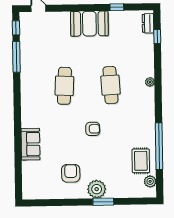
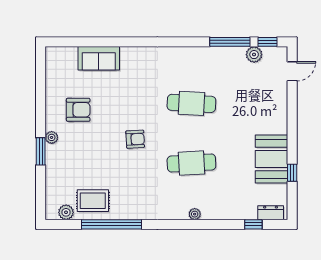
booth: (89, 24) -> (271, 159), moved
plant: (26, 38) -> (254, 55), added
armchair: (93, 129) -> (135, 139), turned -93
sofa: (30, 144) -> (99, 58), moved
plant: (97, 189) -> (52, 137), width x0.53, depth x0.53

